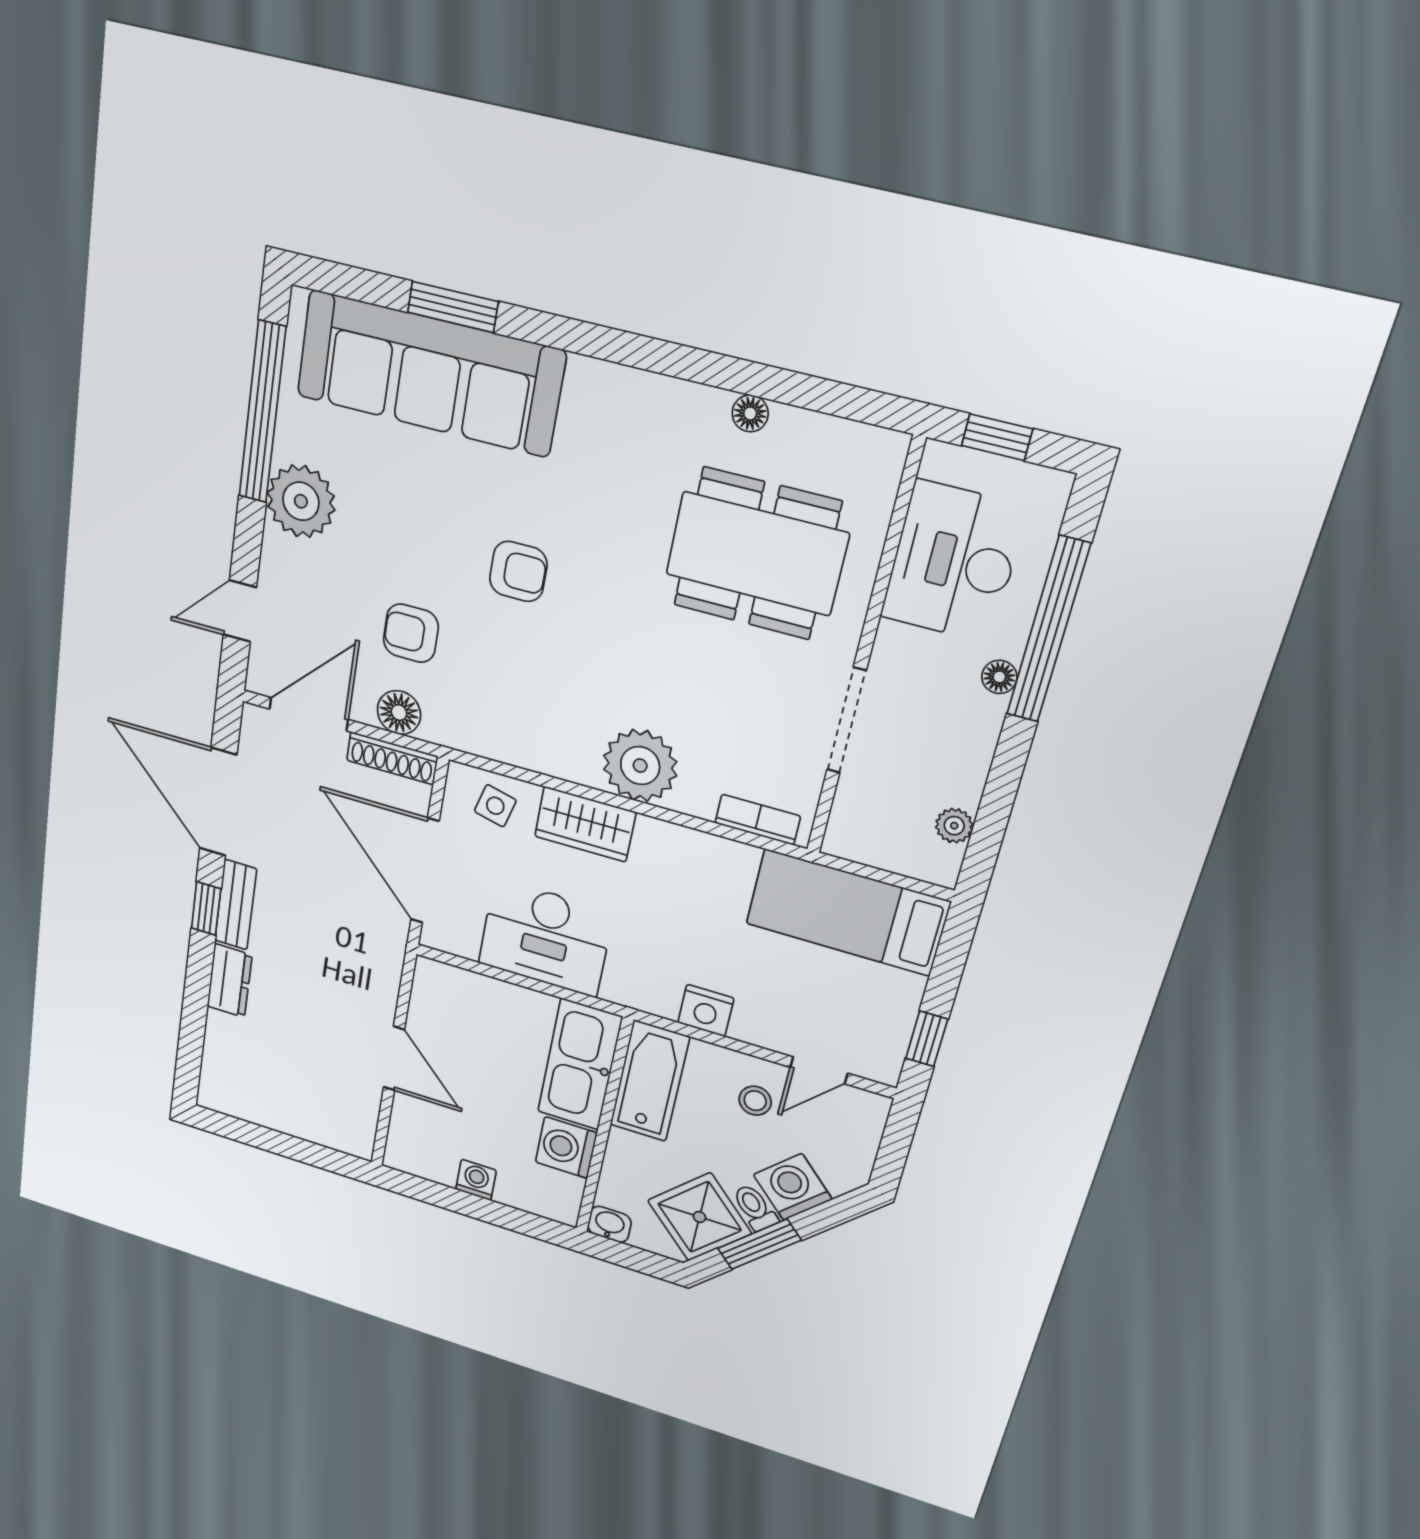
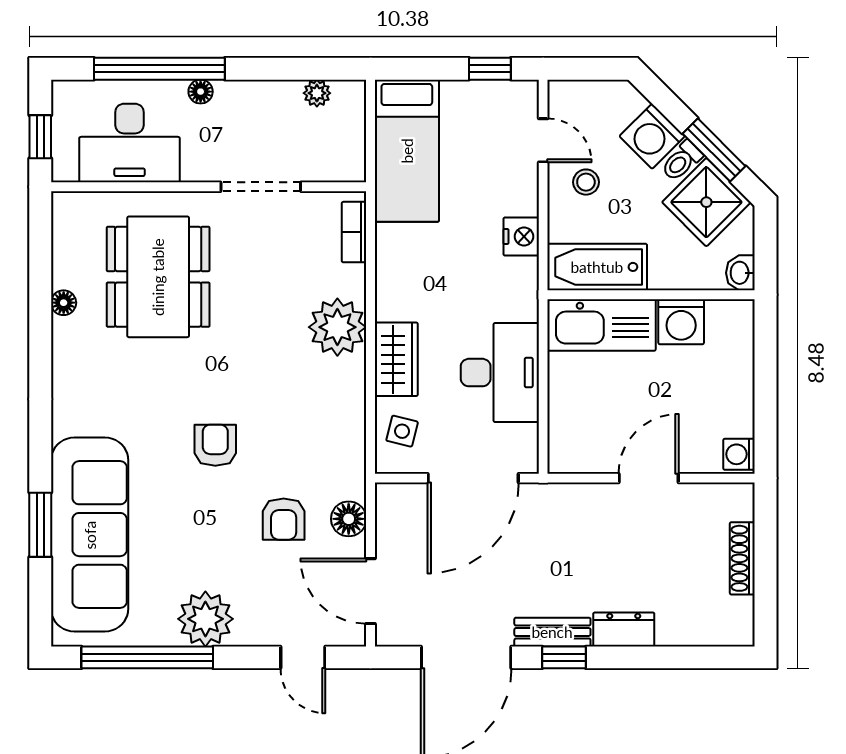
shoe rack: (392, 758) -> (742, 558), moved, turned 180
washing machine: (476, 1180) -> (739, 454), moved

